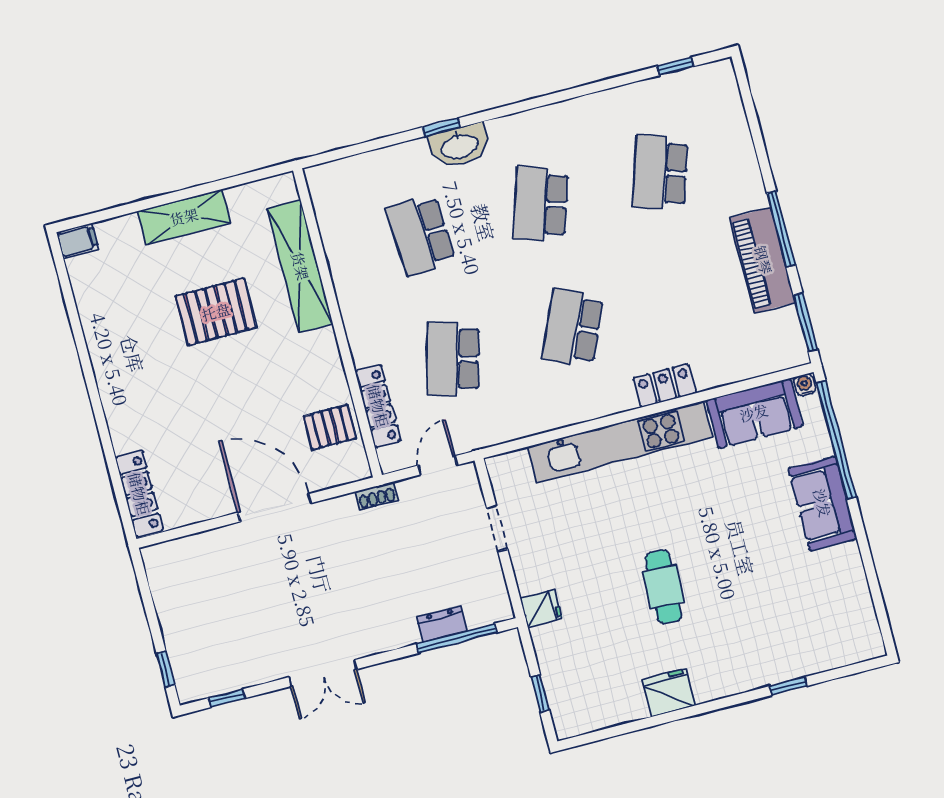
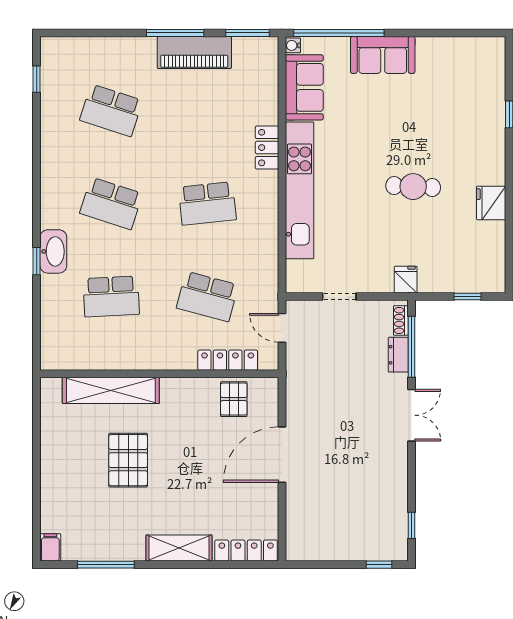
shelving: (184, 217) -> (179, 548), moved, turned 90
window: (74, 318) -> (106, 565), added
school desk: (573, 328) -> (207, 203), turned -30
shoe rack: (376, 496) -> (401, 320), moved, turned 180
double door: (323, 673) -> (411, 415), moved

